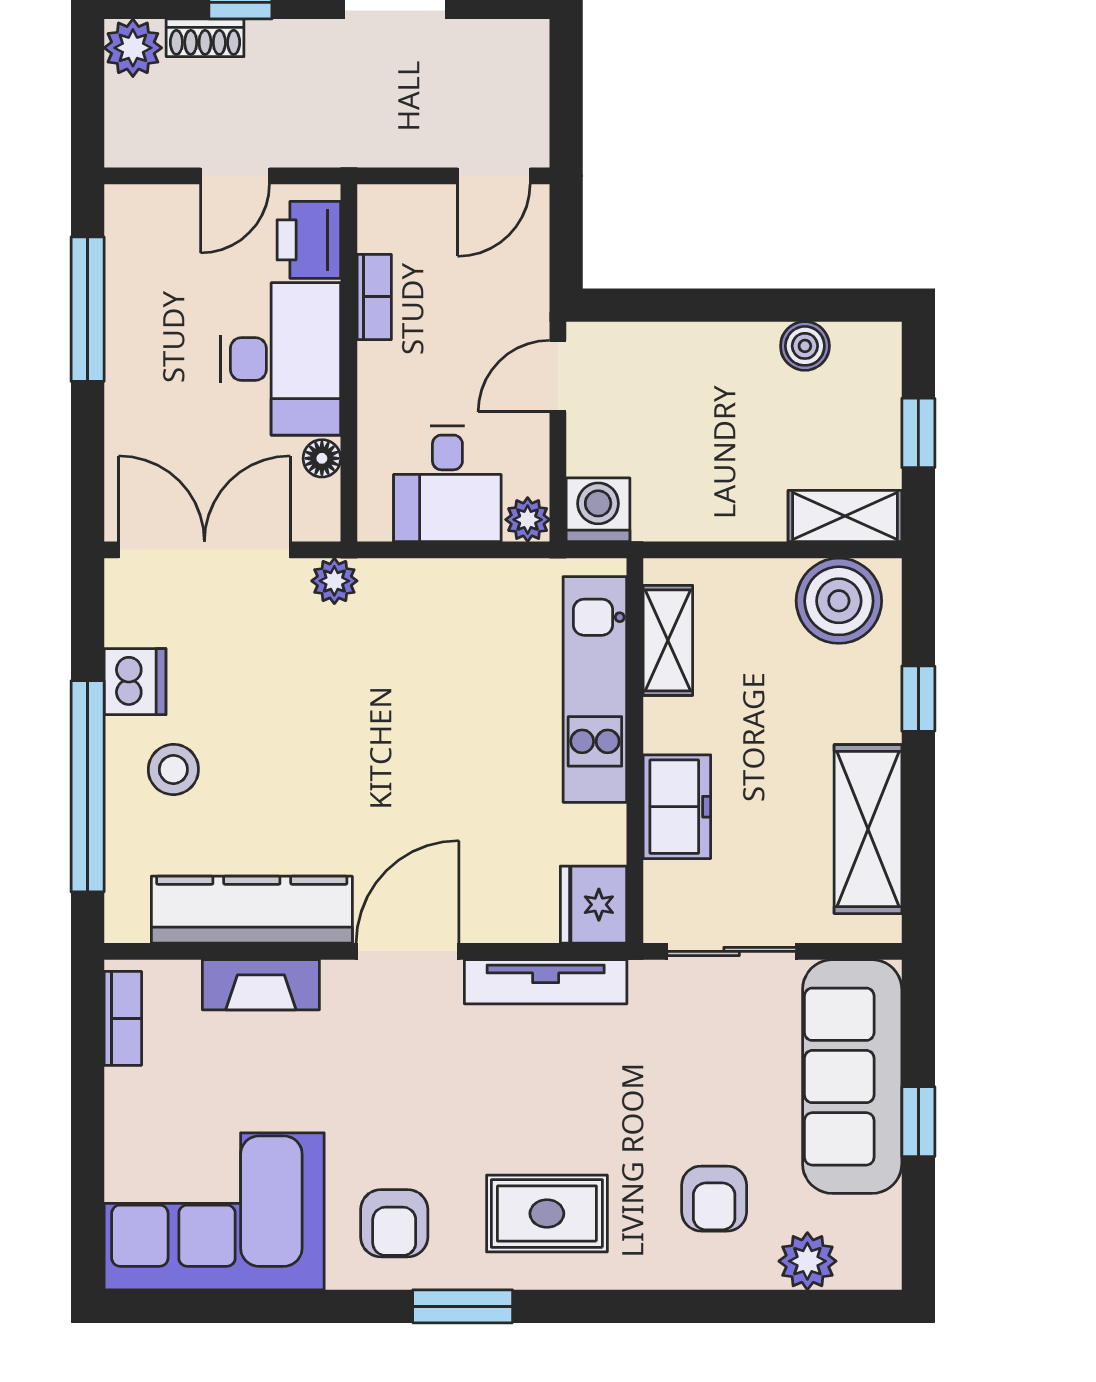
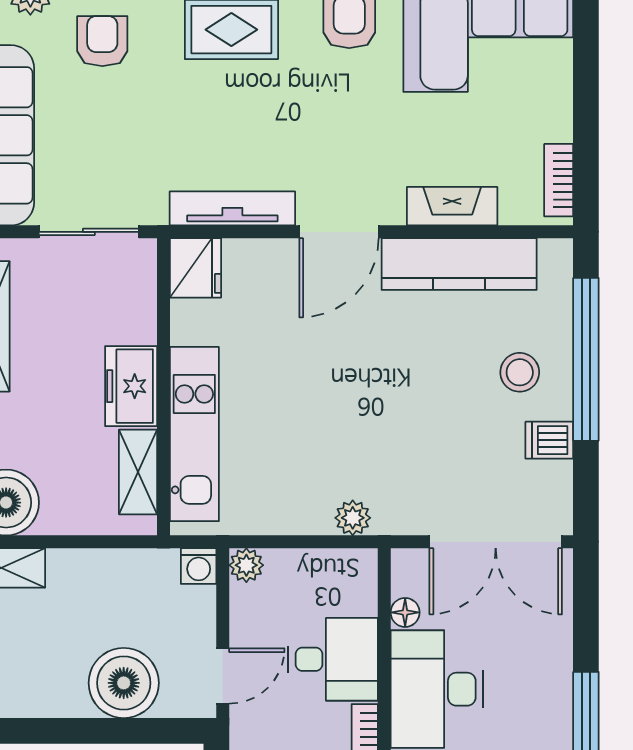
boiler: (805, 346) -> (124, 683), moved, width x1.86, depth x1.86
desk: (447, 484) -> (333, 659), moved, turned 90
washing machine: (598, 510) -> (199, 566), width x0.73, depth x0.73
plant: (334, 581) -> (353, 518), moved
dishwasher: (135, 682) -> (549, 440), width x0.73
freezer: (677, 807) -> (131, 386), moved

